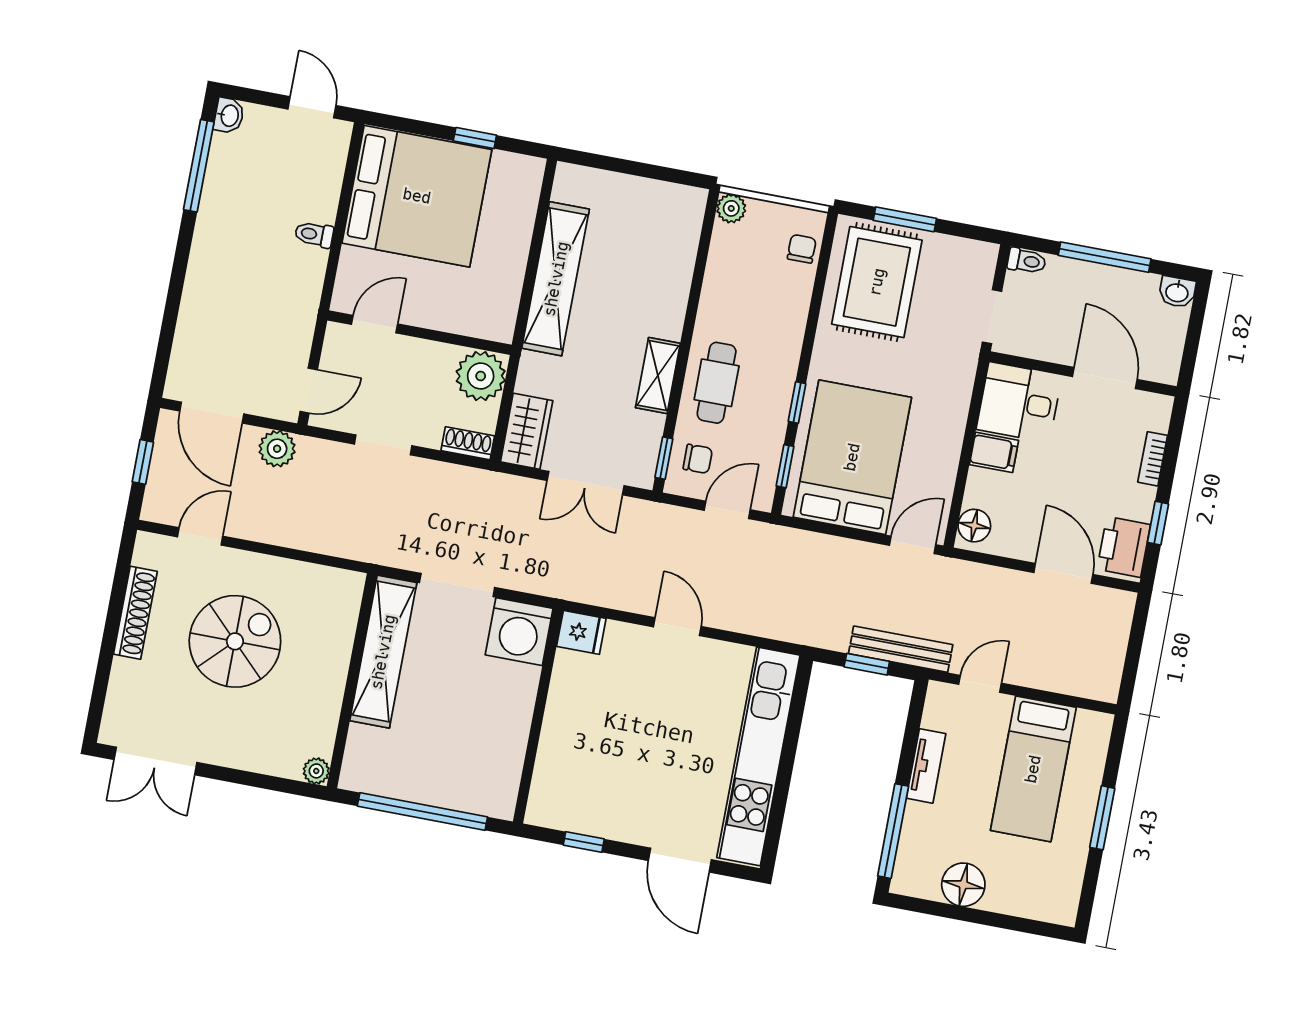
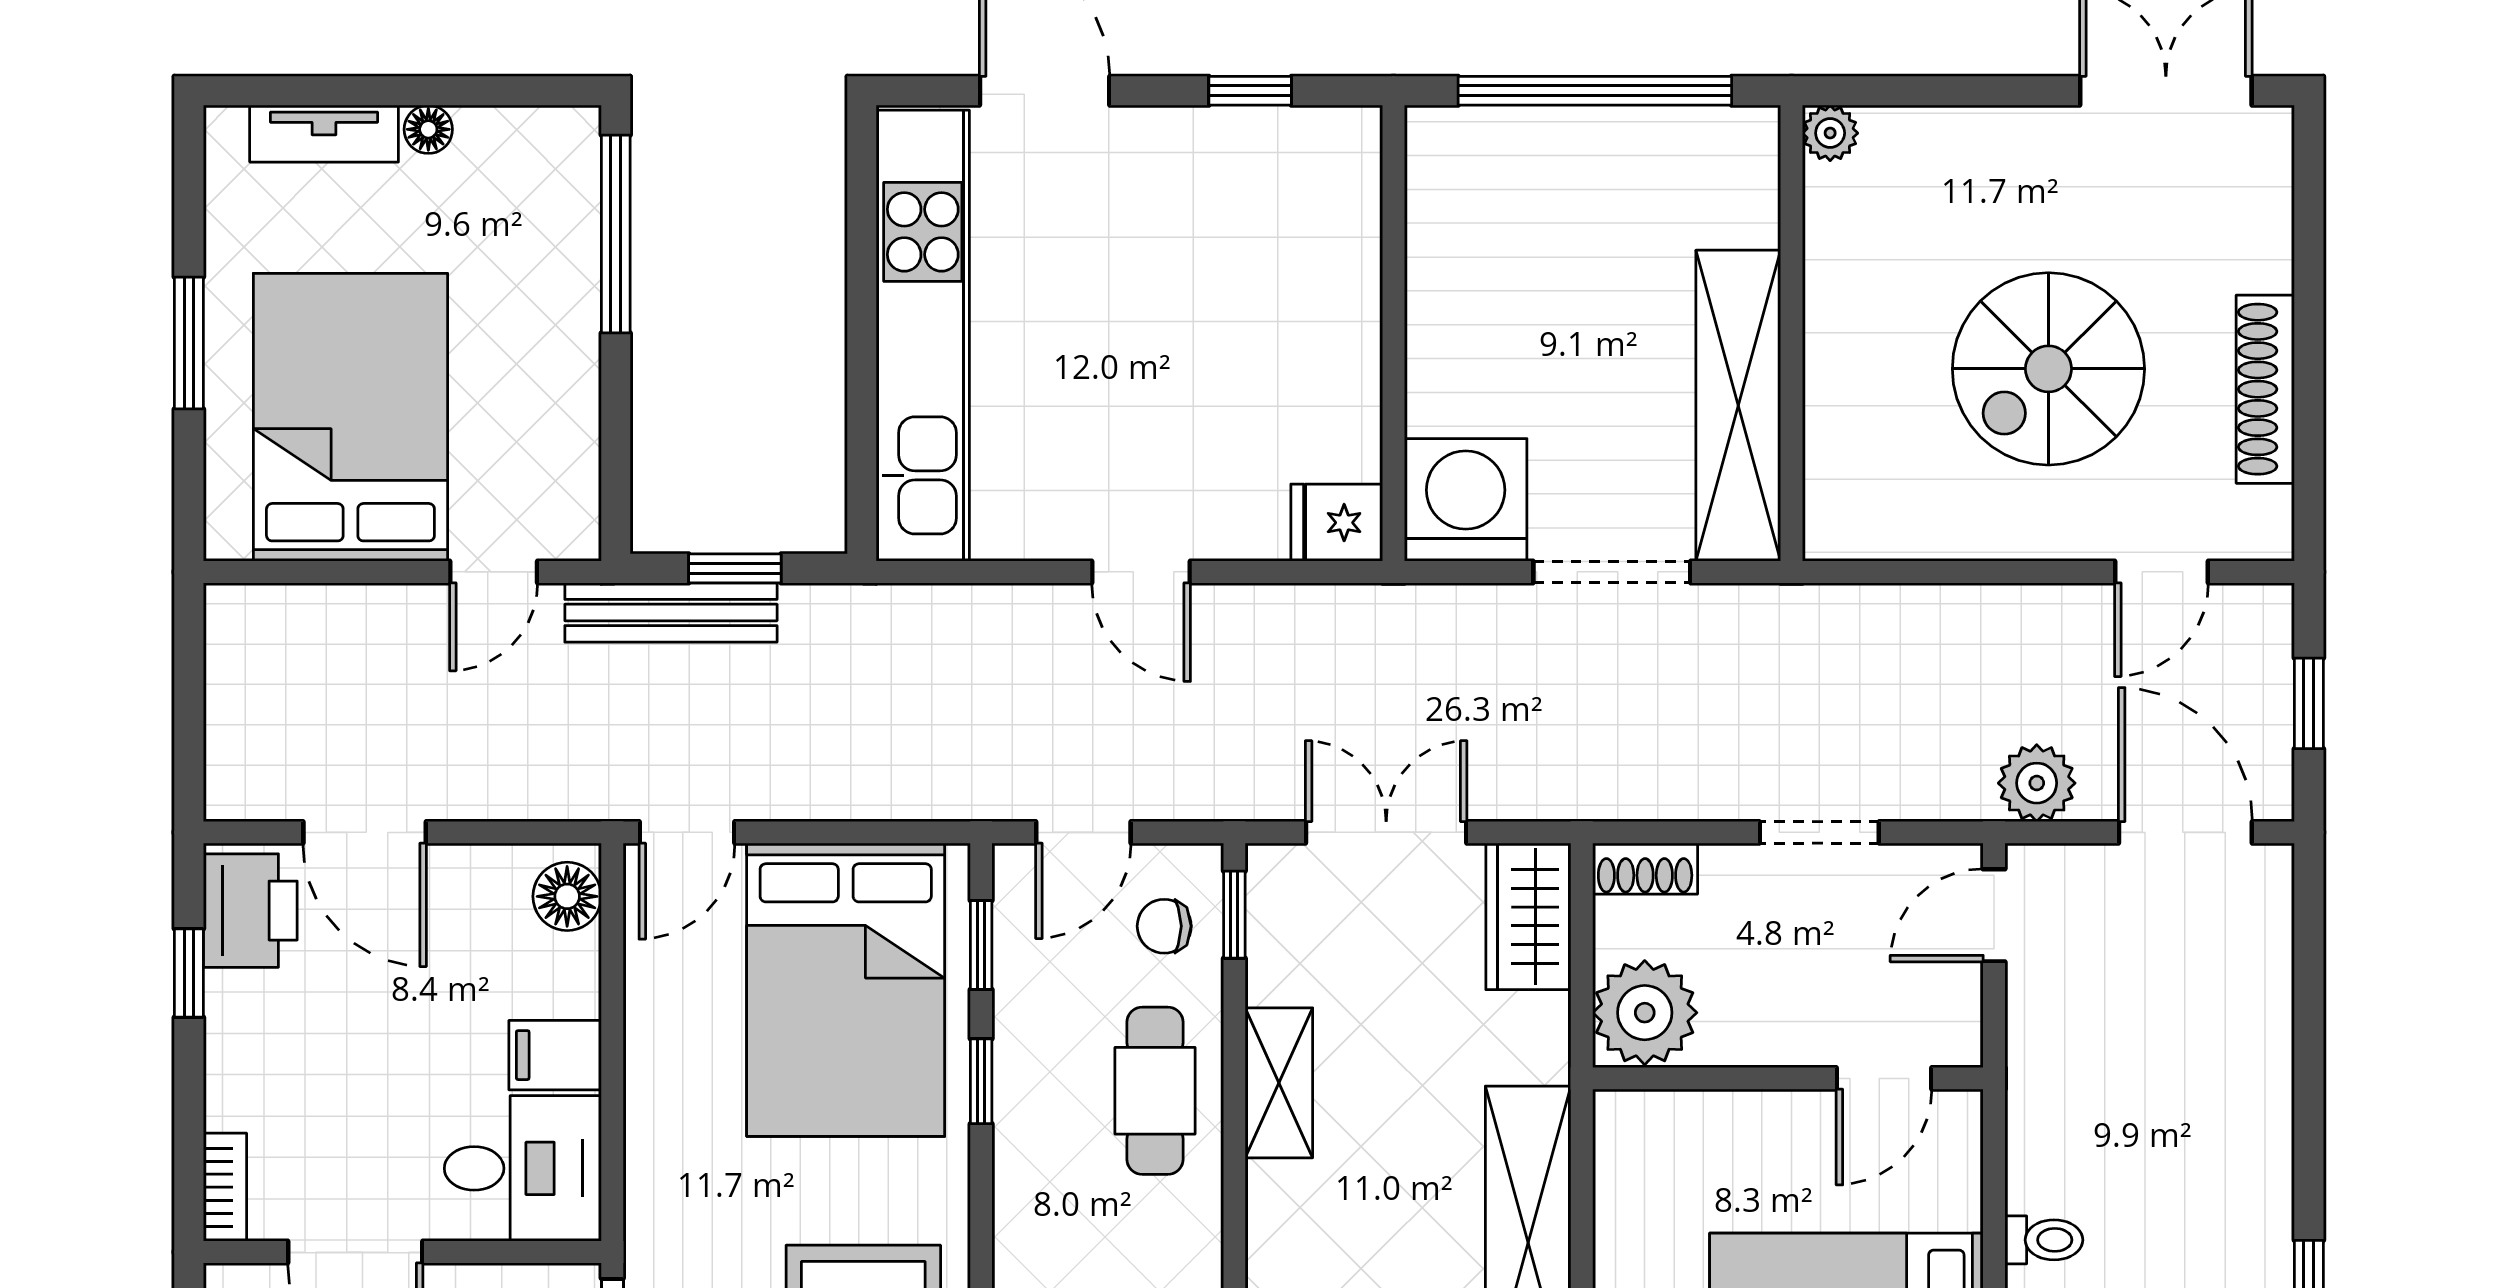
bookcase: (1153, 459) -> (225, 1187), moved
tv unit: (926, 766) -> (324, 134), moved, turned -90
bed: (1033, 769) -> (350, 417), width x1.50
floor lamp: (963, 885) -> (428, 129), width x0.53, depth x0.53

